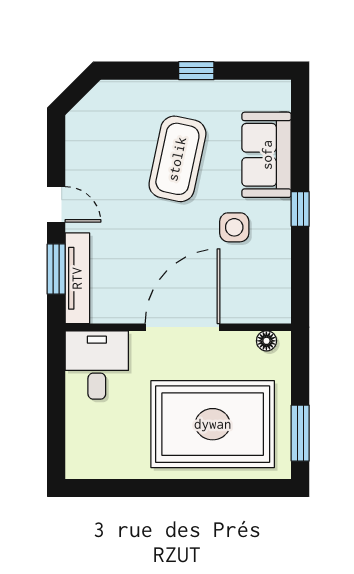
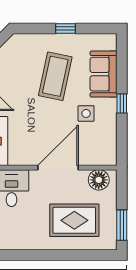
floor lamp: (266, 341) -> (99, 180), width x1.89, depth x1.89
rug: (213, 424) -> (74, 220), width x0.73, depth x0.69

